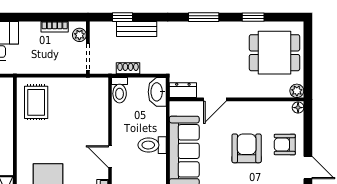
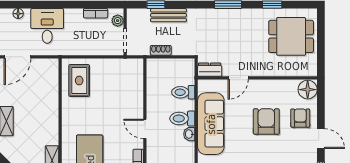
toilet: (120, 90) -> (183, 92), moved, turned 90
plant: (297, 91) -> (311, 70), removed
washbasin: (157, 92) -> (189, 134), moved, width x0.52, depth x0.69
floor lamp: (298, 108) -> (308, 90), width x1.89, depth x1.89
armchair: (285, 145) -> (300, 118), turned 90

